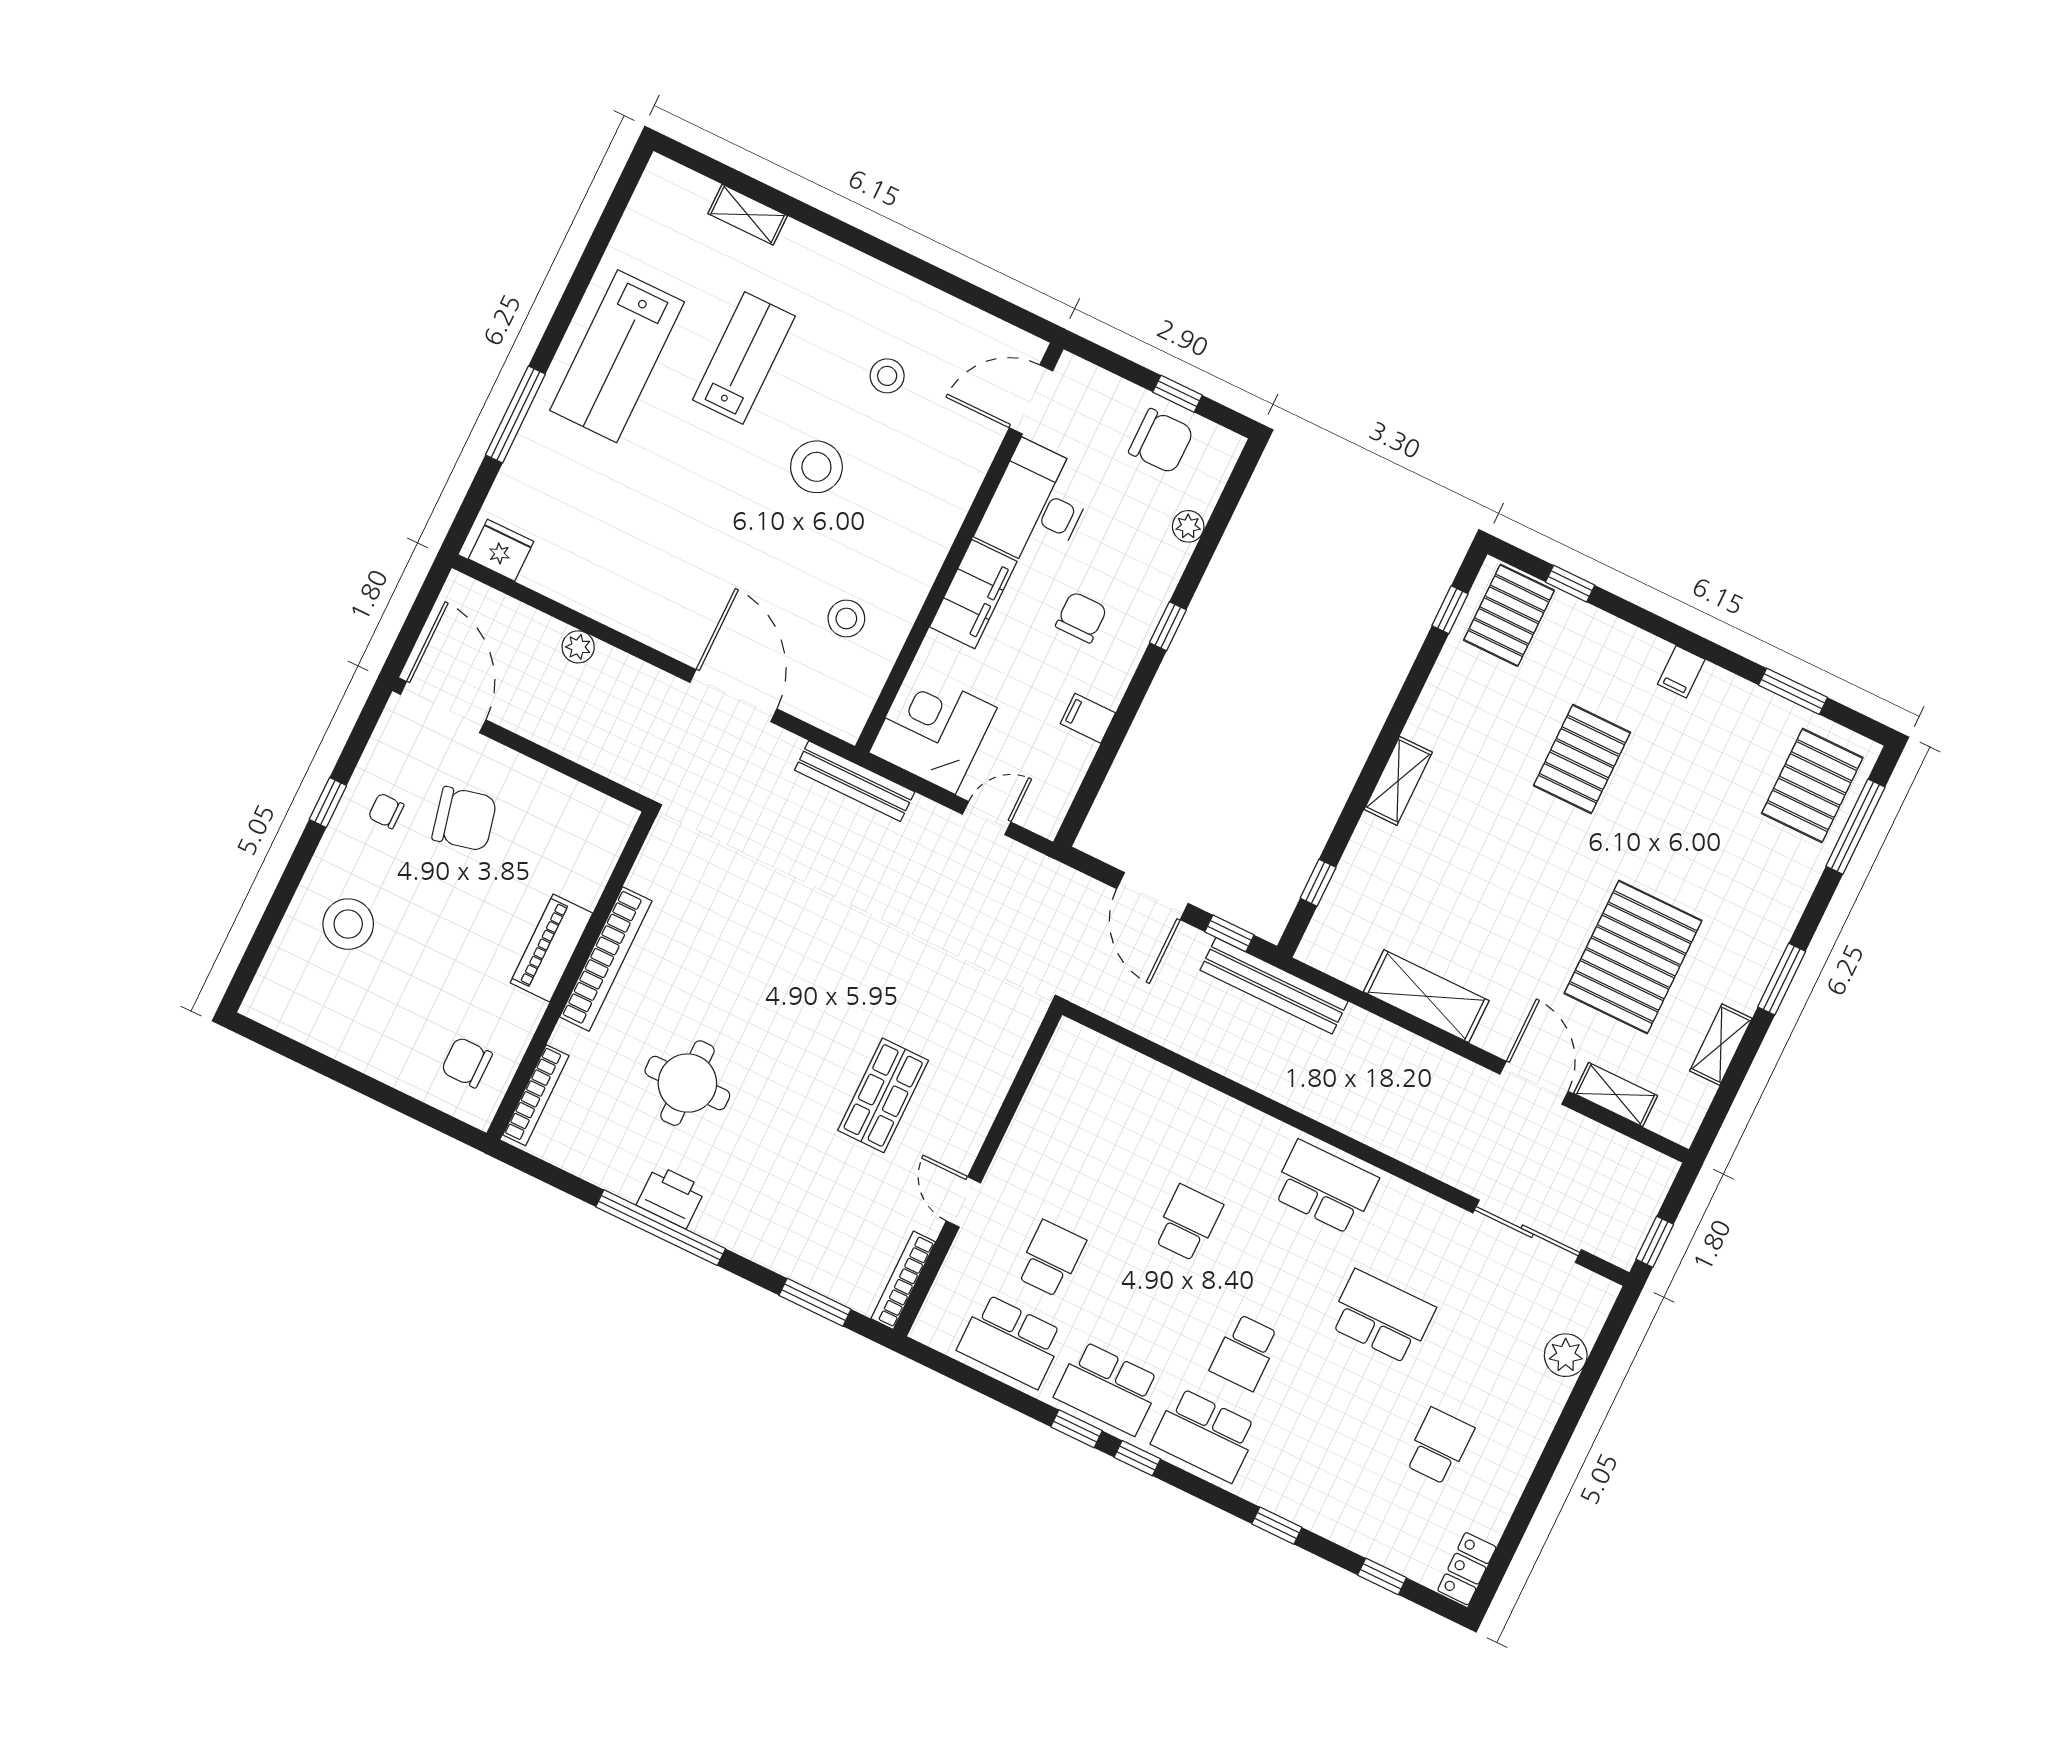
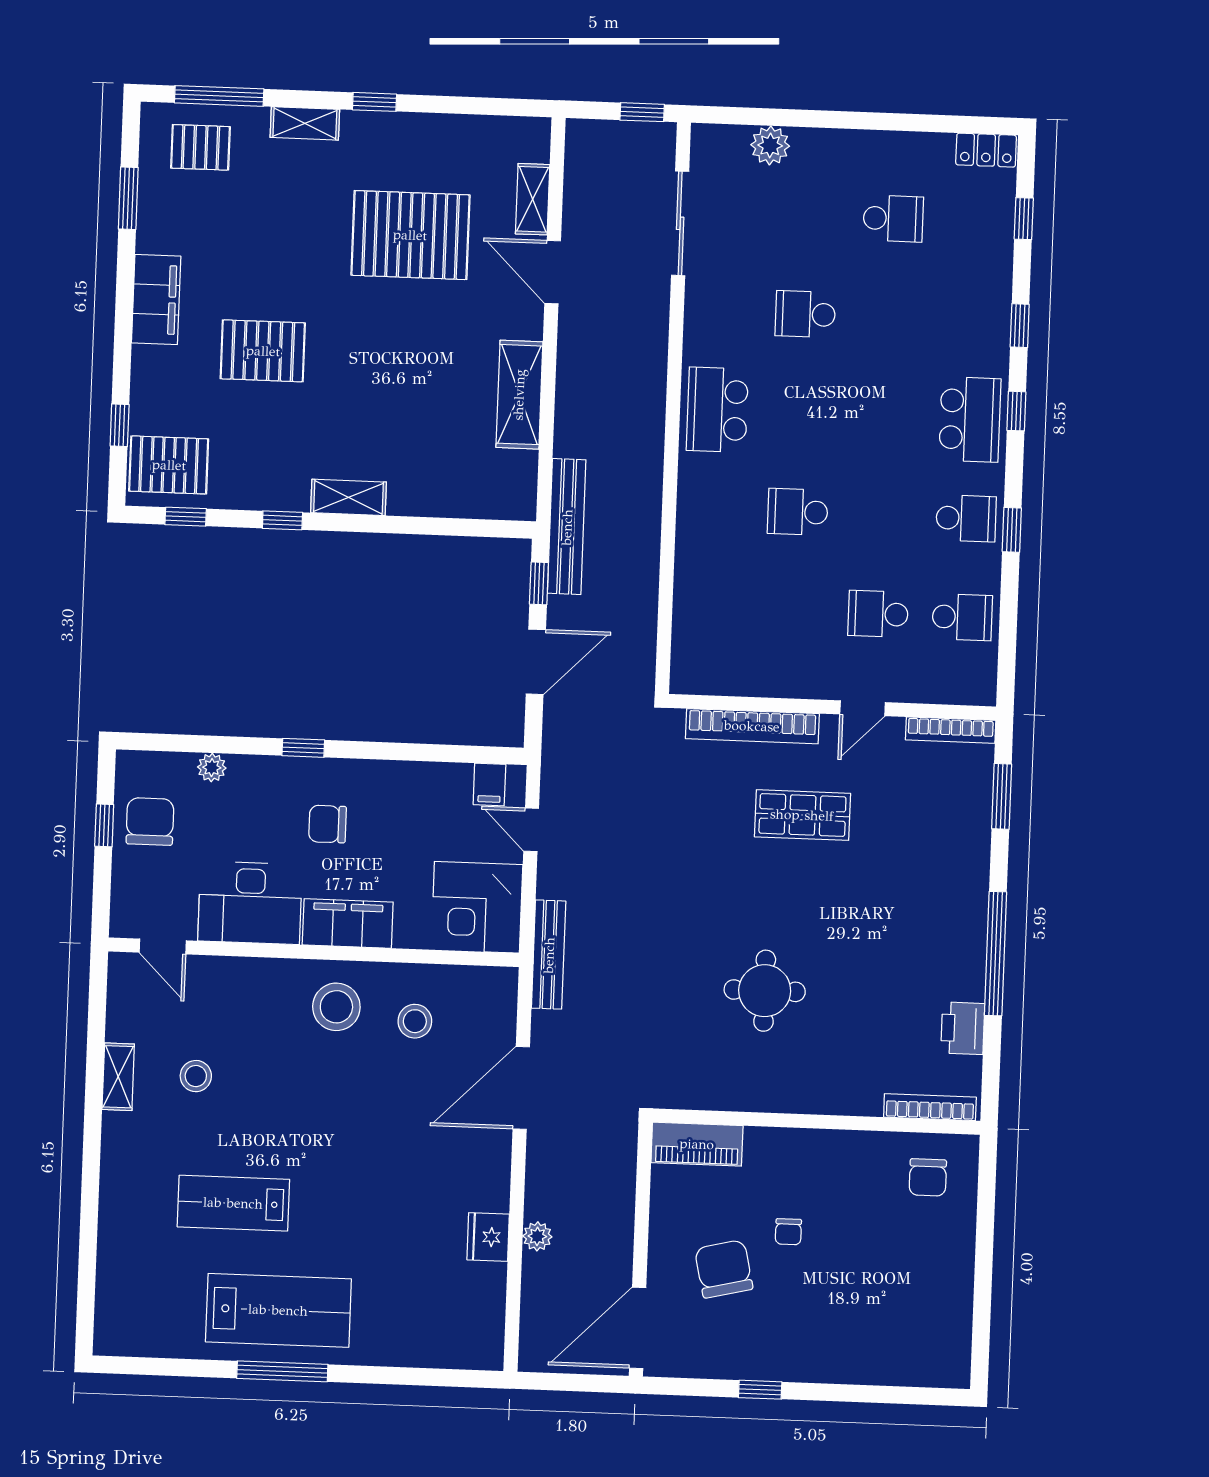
shelving: (748, 215) -> (118, 1077), moved
door: (1031, 399) -> (163, 946), width x0.73
window: (515, 415) -> (282, 1371), moved
stool: (816, 467) -> (336, 1007), moved
fridge: (501, 550) -> (488, 1237), moved
filing cabinet: (1681, 672) -> (156, 299), width x3.00, depth x1.17
filing cabinet: (1088, 718) -> (489, 784), moved
pallet: (1812, 786) -> (200, 147), width x0.67, depth x0.71
chair: (386, 811) -> (788, 1232), moved
window: (1318, 883) -> (282, 520), moved
stool: (348, 924) -> (855, 1328), removed
piano: (551, 948) -> (697, 1144), moved
bookcase: (606, 959) -> (752, 726), moved, turned 180
window: (1782, 979) -> (374, 102), width x0.67
shelving: (1721, 1045) -> (305, 123), moved
round table: (687, 1083) -> (765, 991), moved
door: (1534, 1083) -> (553, 272), hinge flipped
printer: (671, 1197) -> (963, 1028), moved
school desk: (1382, 1317) -> (805, 314), width x0.54
school desk: (1011, 1341) -> (962, 617), width x0.54
school desk: (1245, 1352) -> (886, 416), removed
school desk: (1108, 1388) -> (966, 518), width x0.54
school desk: (1439, 1446) -> (893, 219), turned 180
window: (1137, 1458) -> (1016, 411), moved

